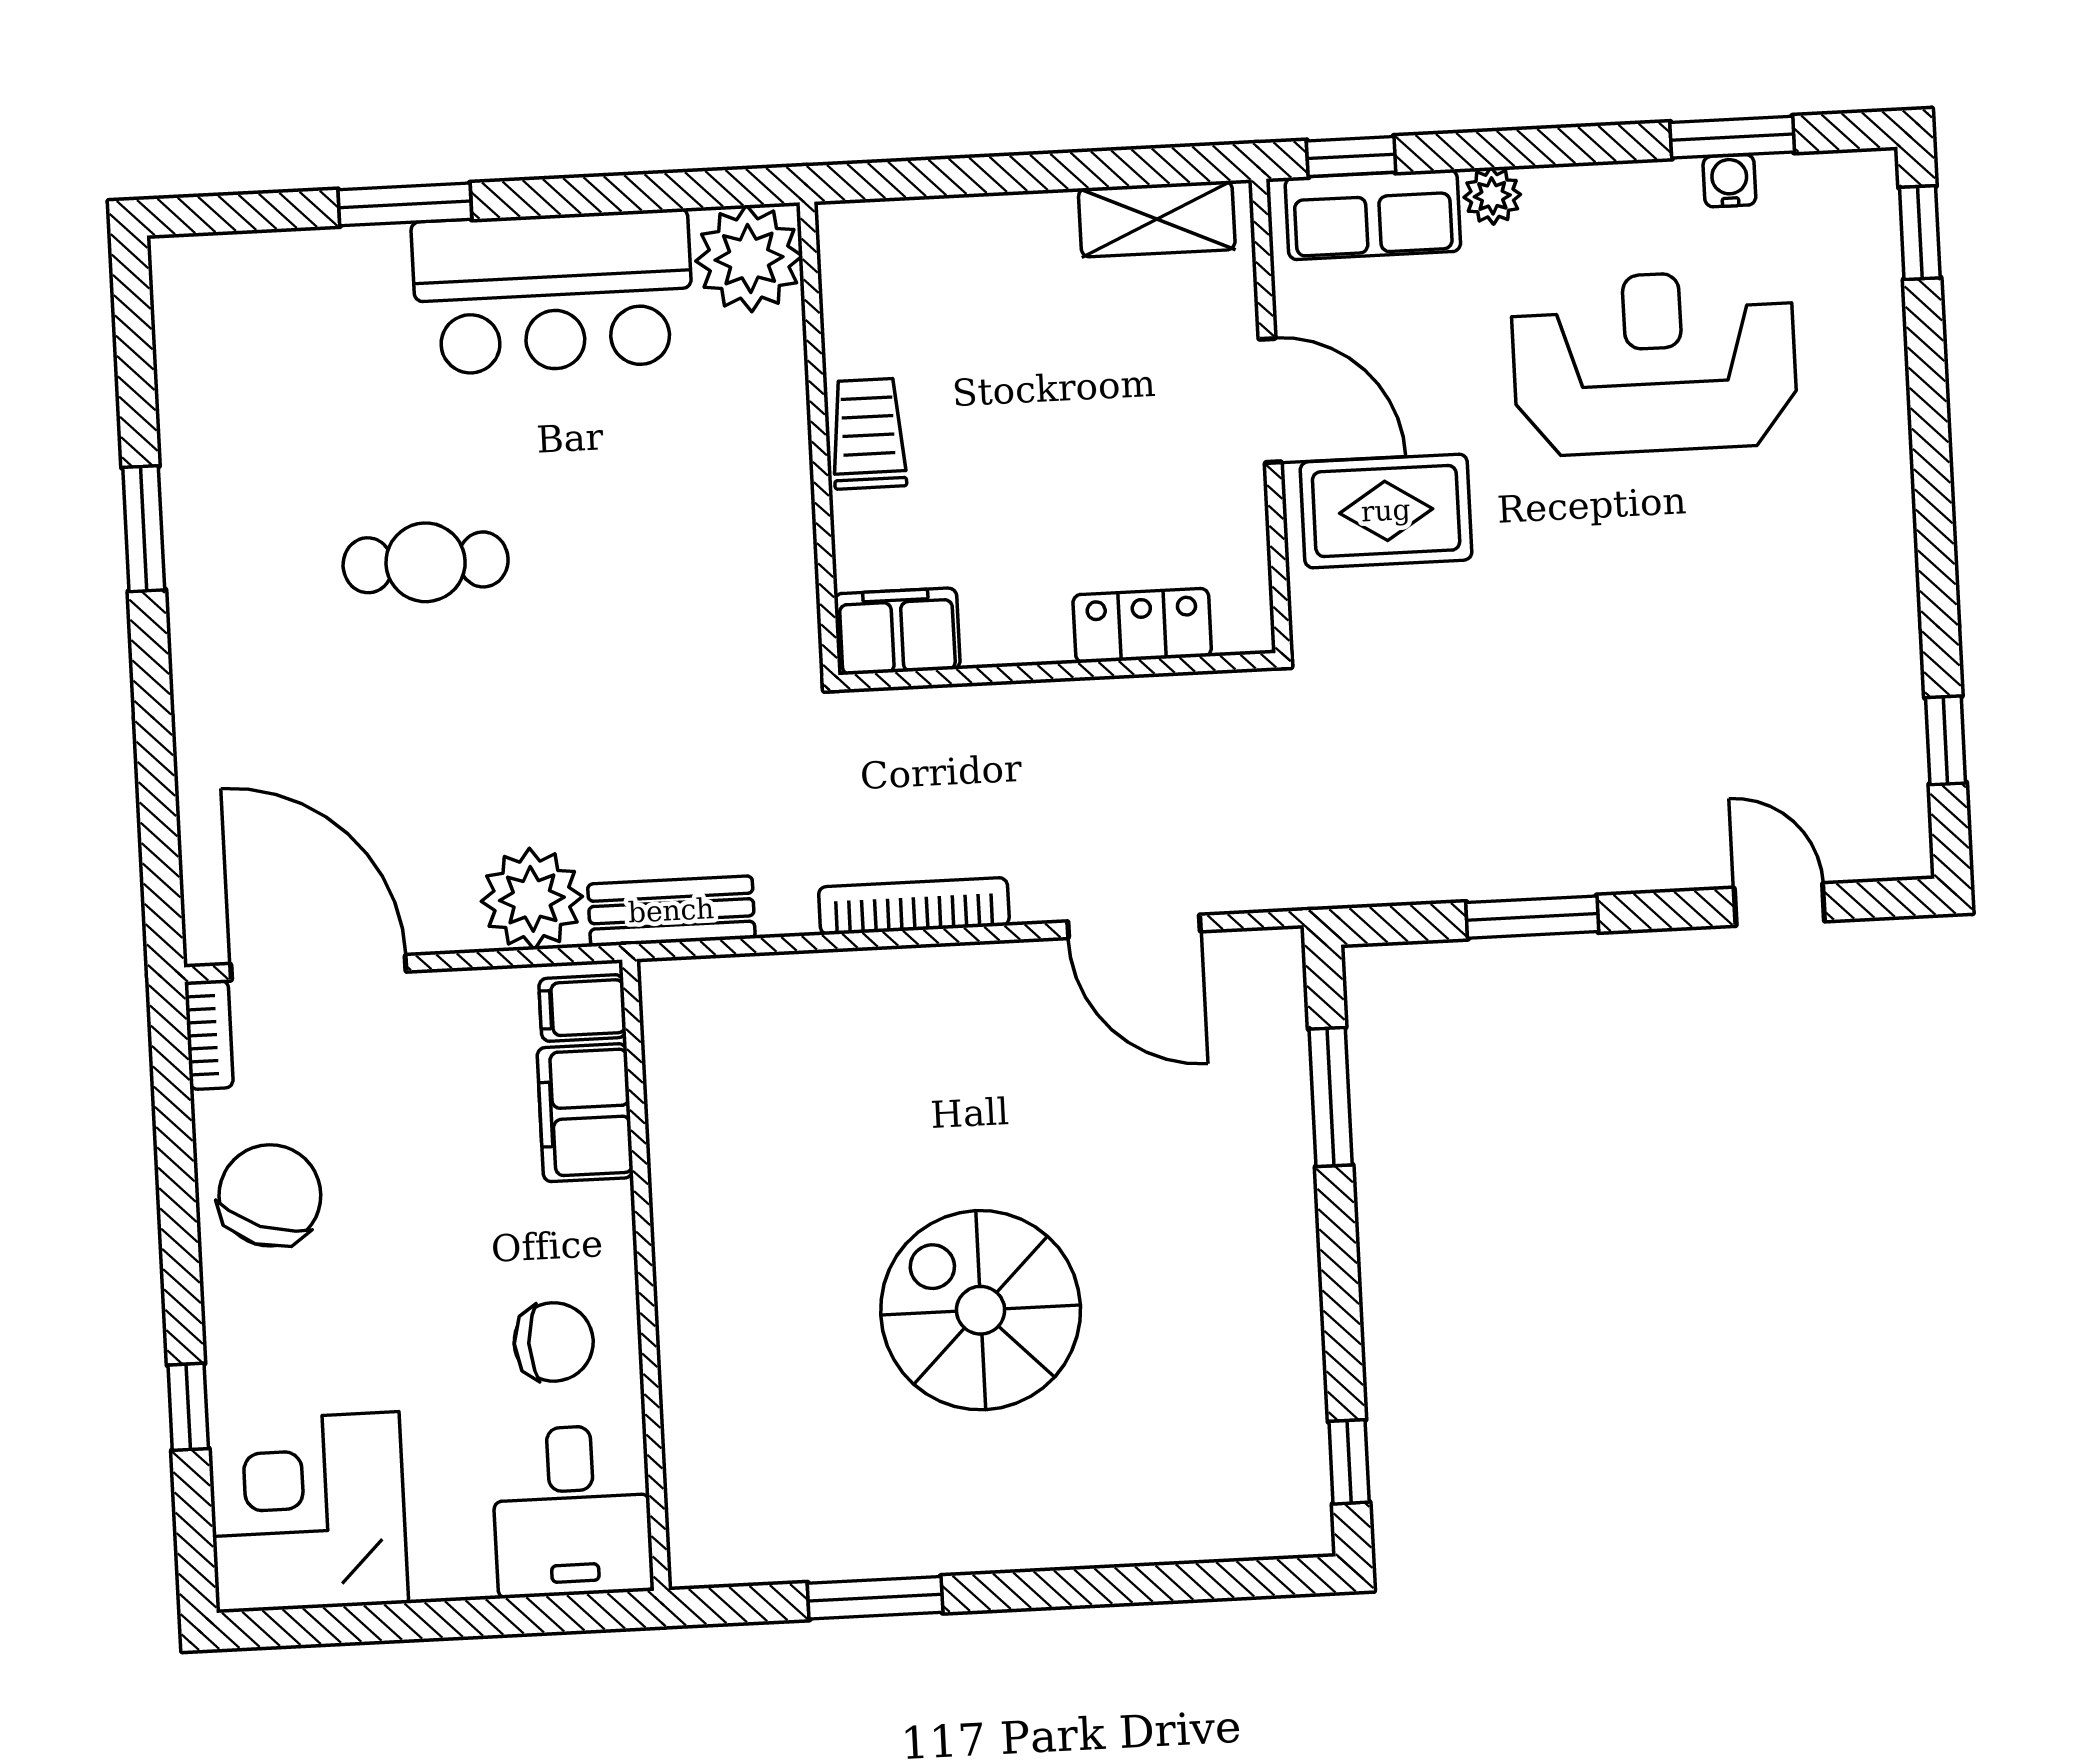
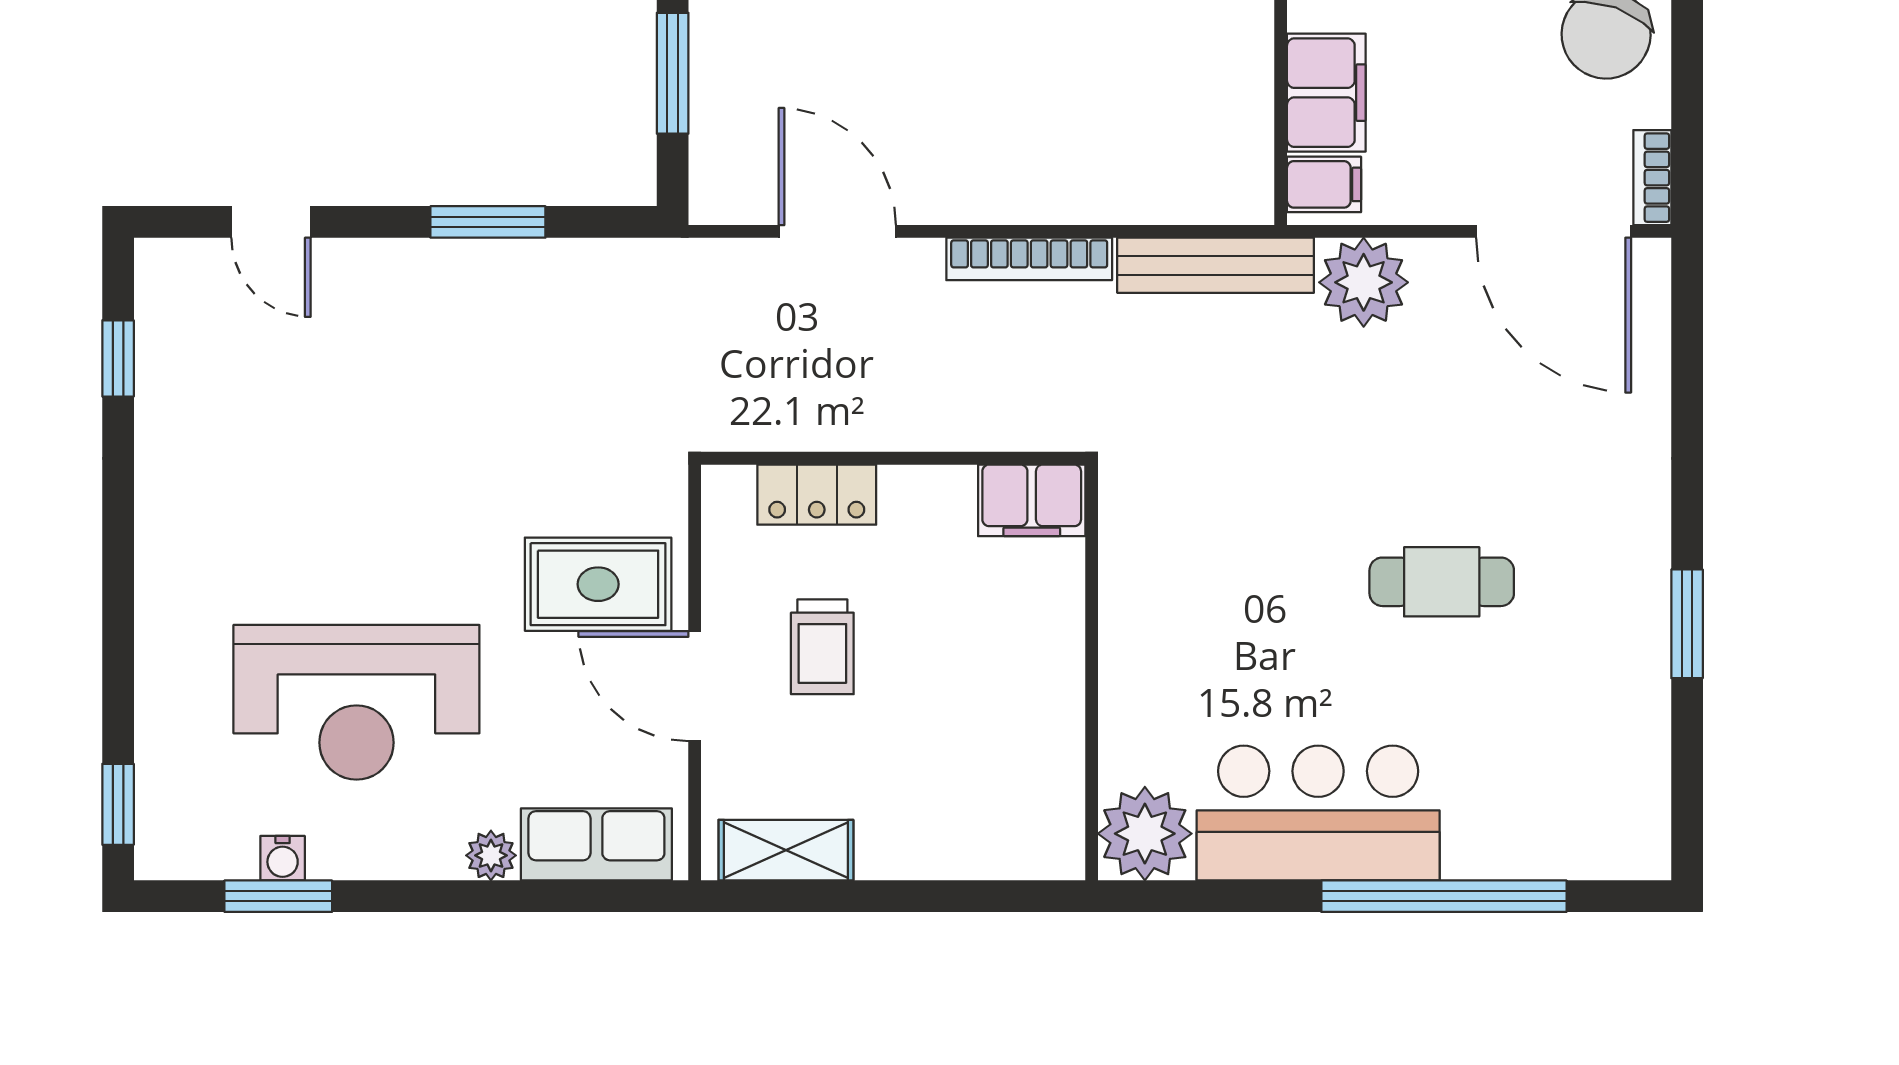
window: (1351, 157) -> (613, 896), removed
window: (405, 204) -> (1444, 896), width x2.11
trolley: (868, 434) -> (822, 647), moved
bench: (671, 911) -> (1216, 265), width x1.36

